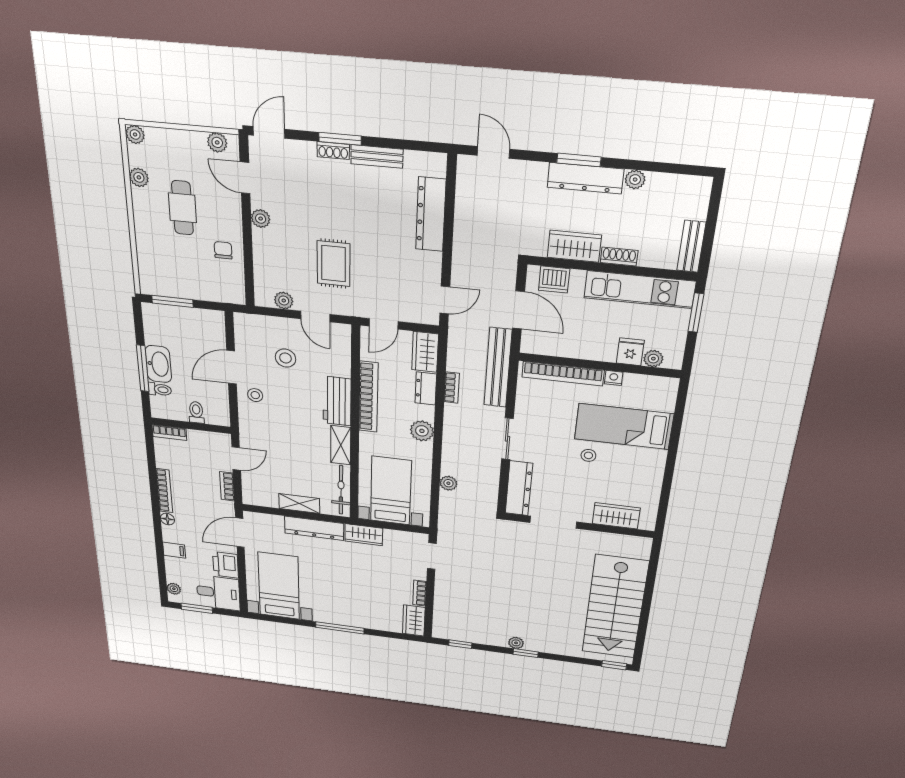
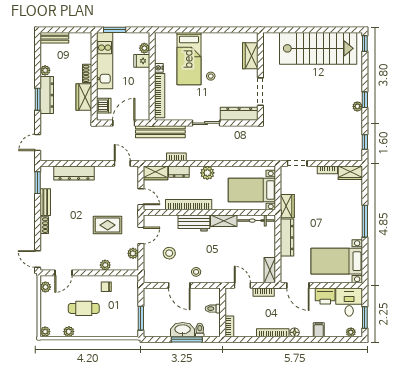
window: (340, 139) -> (38, 183), moved
plant: (261, 219) -> (105, 265), moved
bench: (691, 246) -> (55, 38), moved
plant: (448, 483) -> (242, 156), removed
shelving: (299, 503) -> (270, 270), moved

